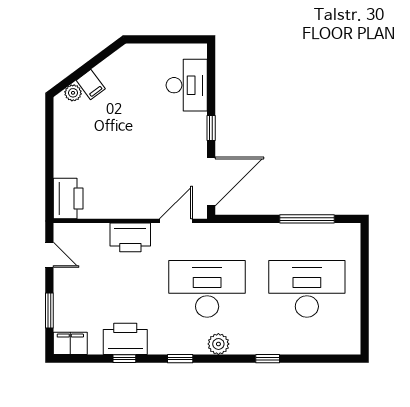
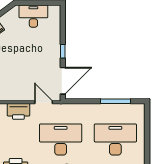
desk: (187, 85) -> (33, 16), moved, turned -90
door: (176, 221) -> (44, 102), hinge flipped

